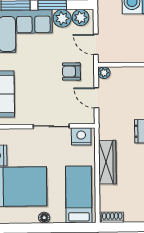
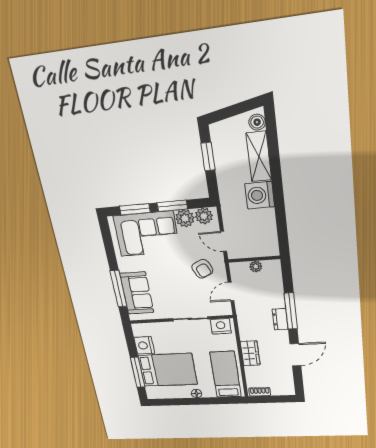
armchair: (71, 72) -> (202, 269), turned -115
plant: (104, 73) -> (256, 266), moved
door: (96, 98) -> (231, 291), hinge flipped
wardrobe: (107, 162) -> (250, 353), width x0.67

